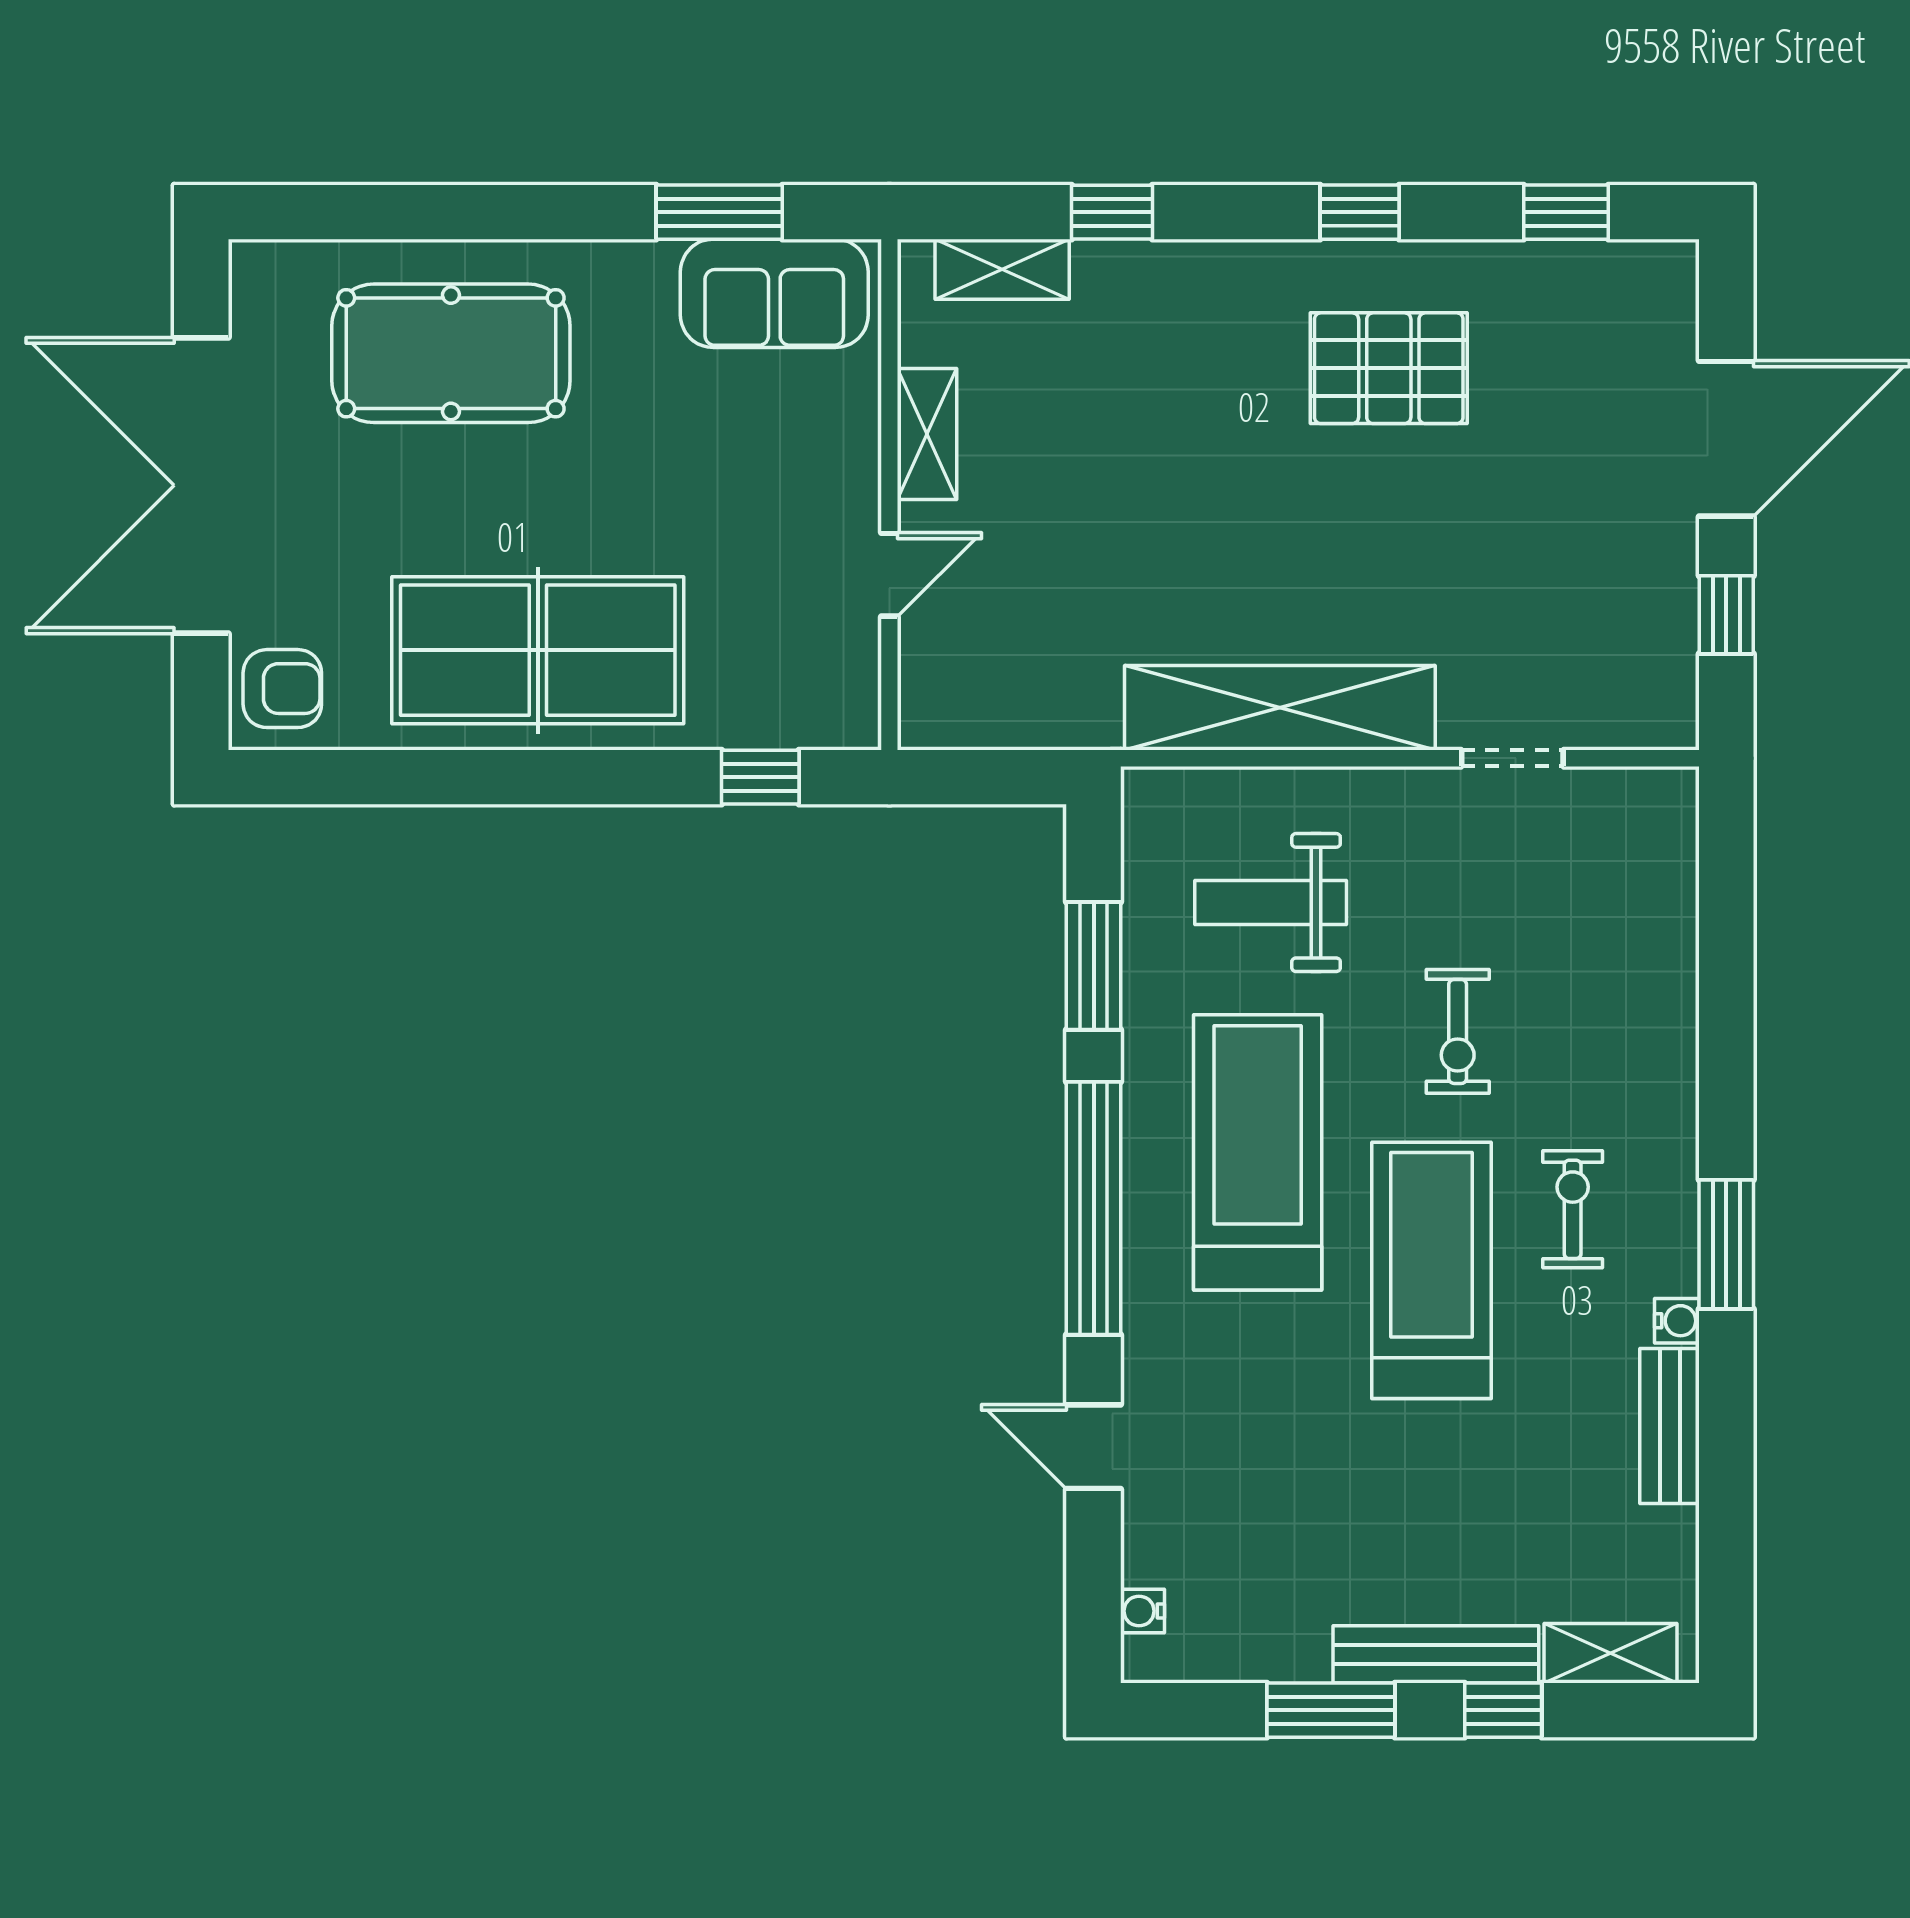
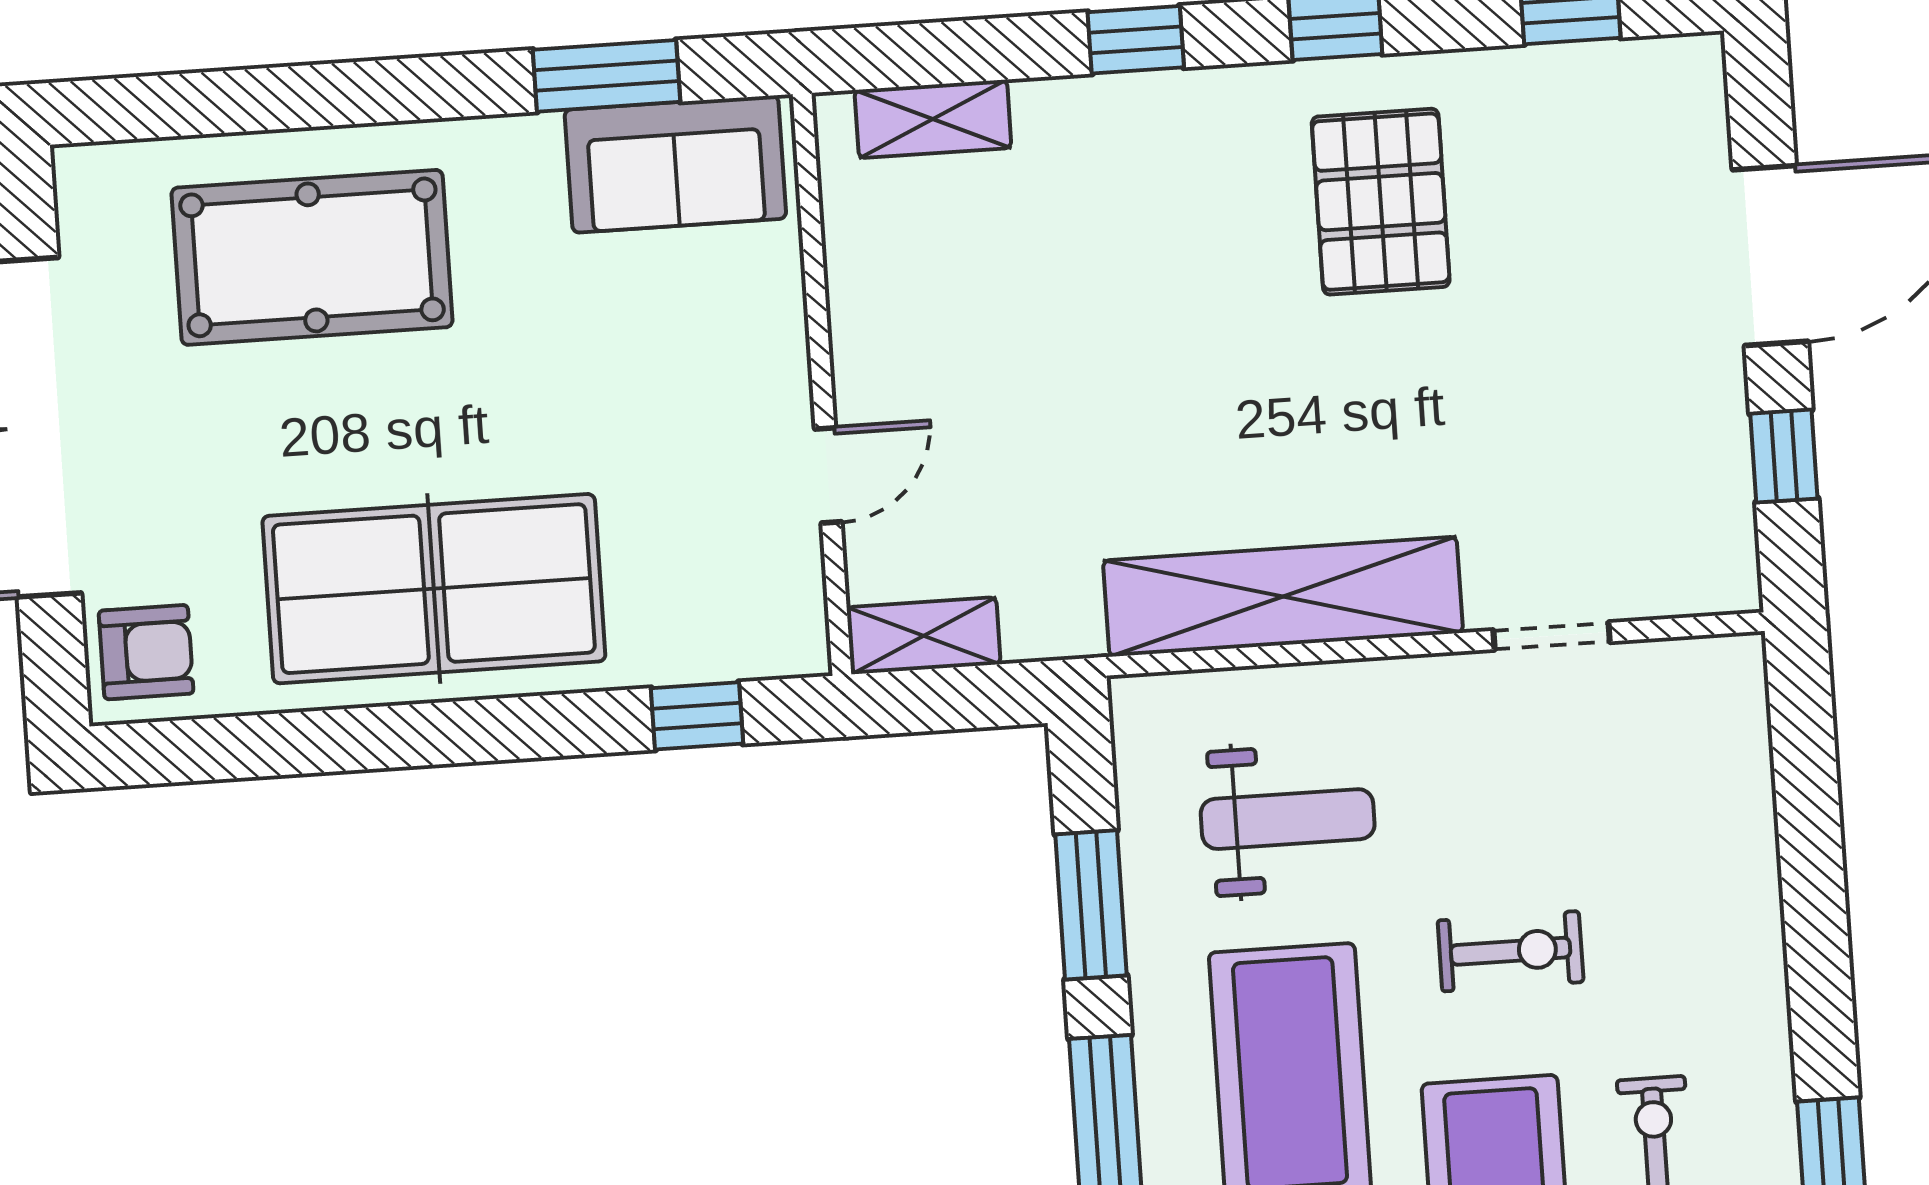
window: (1112, 212) -> (1136, 40), moved
pallet: (1389, 368) -> (1381, 202), turned 90
shelving: (927, 434) -> (924, 636), moved, turned 90
weight bench: (1271, 903) -> (1288, 819), turned 180
exercise bike: (1458, 1031) -> (1511, 951), turned -90

